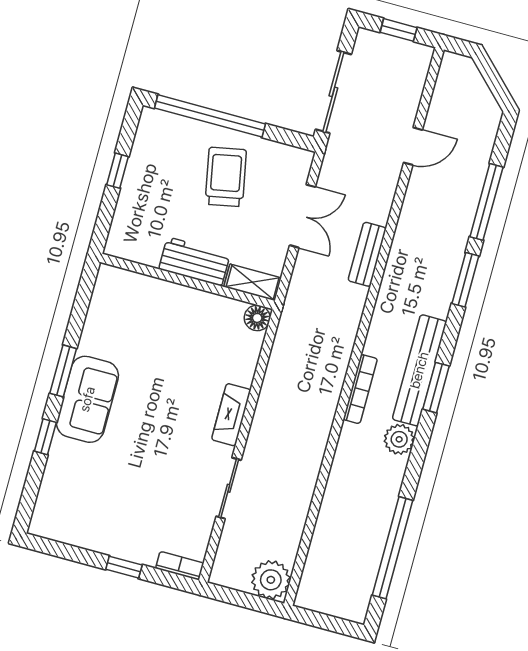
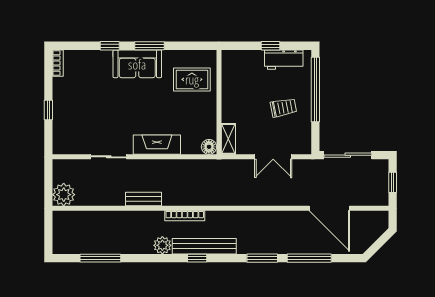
door: (413, 146) -> (329, 208), width x1.87
trolley: (226, 177) -> (284, 108), width x0.73, depth x0.72
bench: (367, 254) -> (144, 199), moved
workbench: (195, 261) -> (284, 60), moved, turned 90
rug: (138, 316) -> (192, 79), added
window: (436, 388) -> (197, 258), width x0.67
fireplace: (231, 415) -> (157, 145), width x1.37, depth x1.32
window: (393, 548) -> (100, 258), width x0.68
bookcase: (180, 566) -> (58, 63), moved

